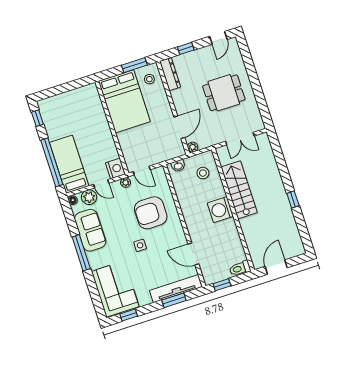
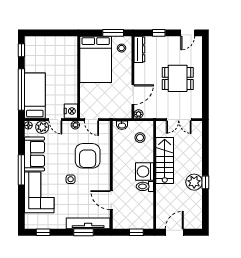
plant: (280, 203) -> (194, 182), added
armchair: (151, 213) -> (88, 156), turned -90
toilet: (240, 268) -> (145, 186), moved
window: (222, 285) -> (136, 232), moved
corner sofa: (115, 289) -> (39, 192), moved

